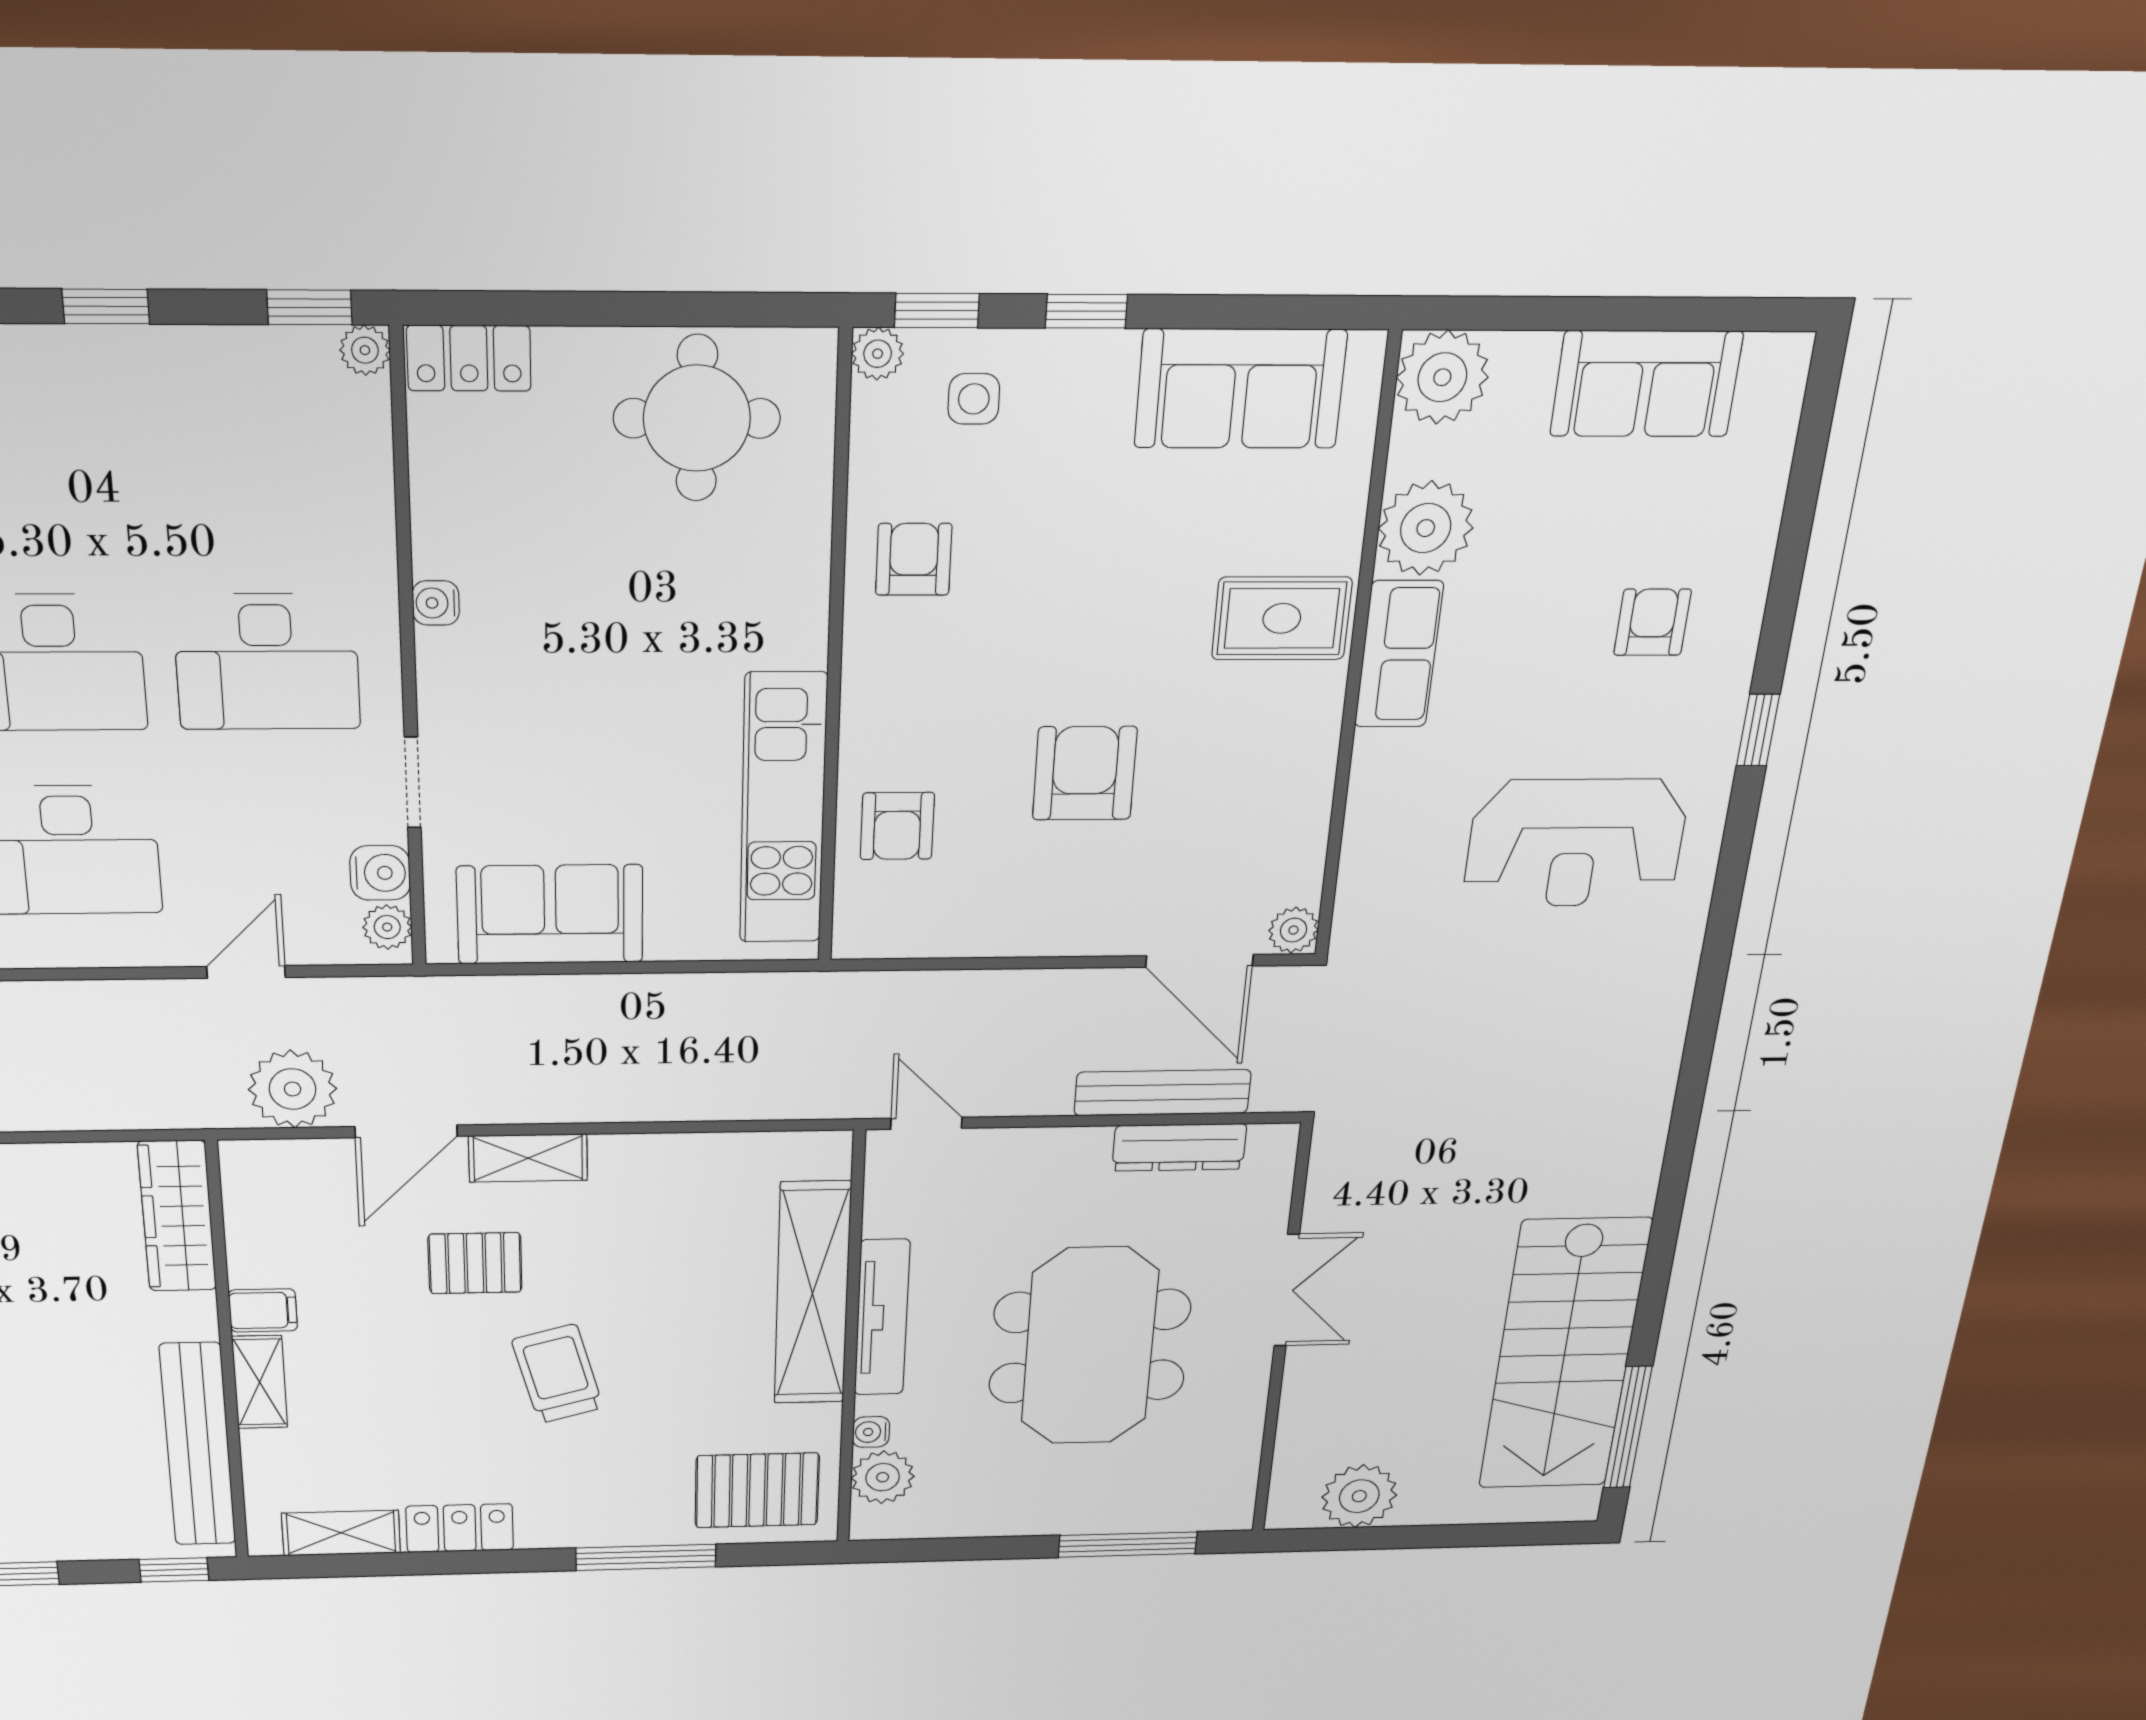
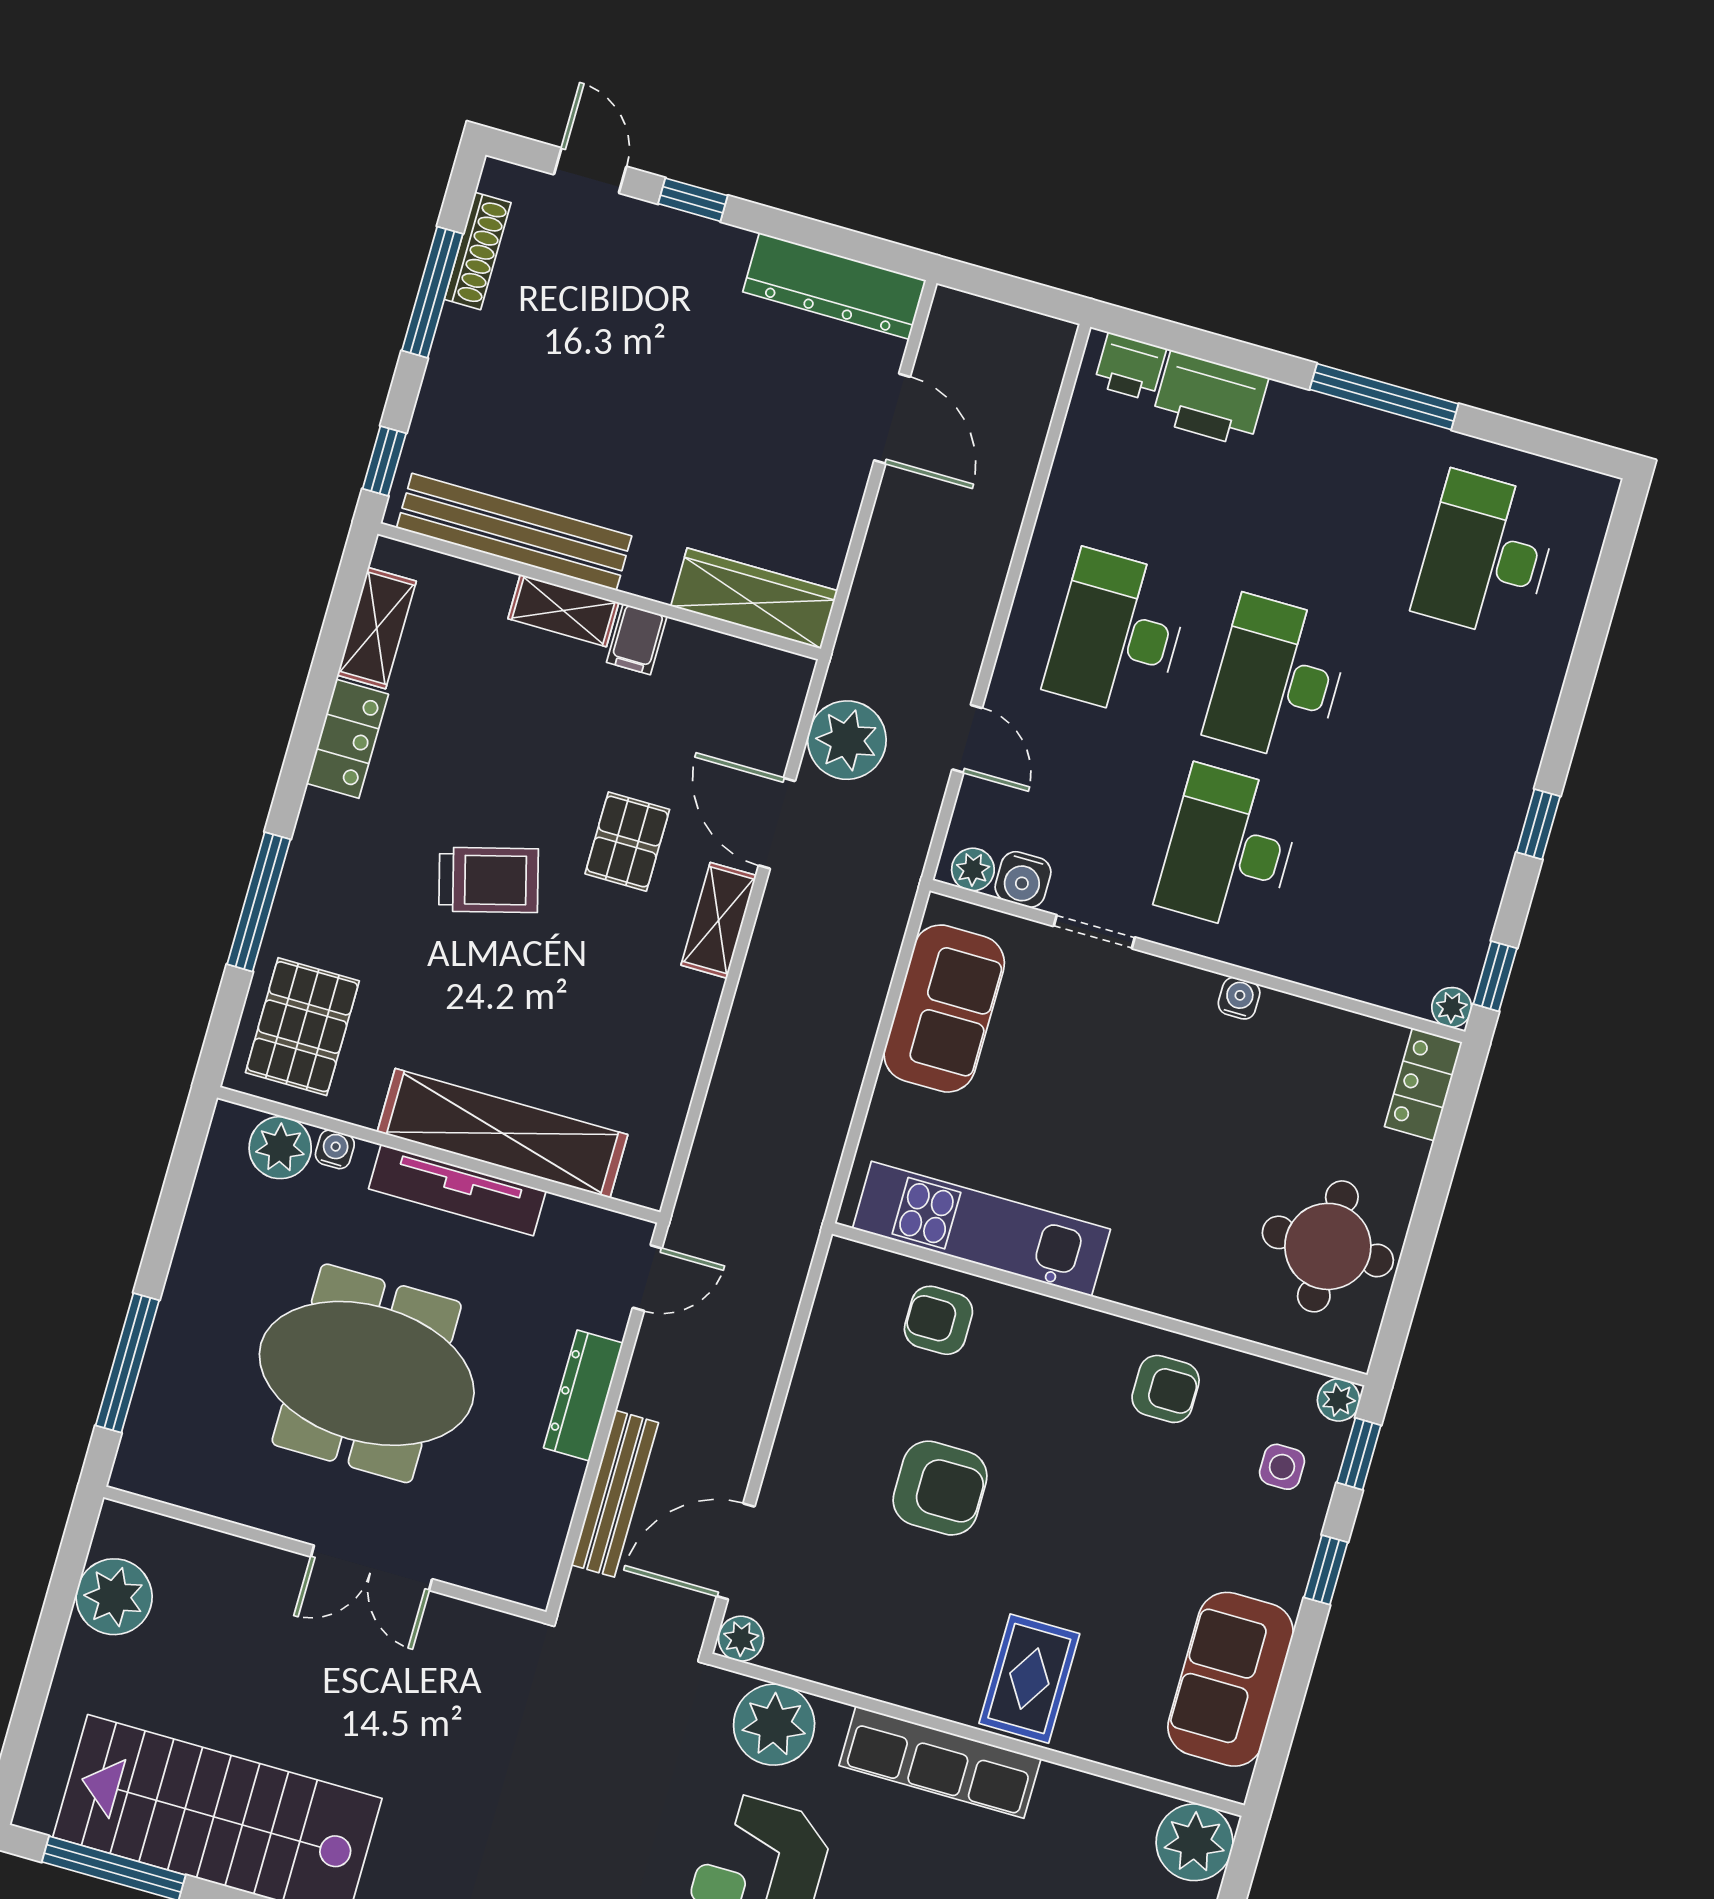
plant: (1426, 528) -> (774, 1725), moved
row of seats: (1399, 654) -> (940, 1762), width x1.48
dresser: (1179, 1147) -> (583, 1396), moved

